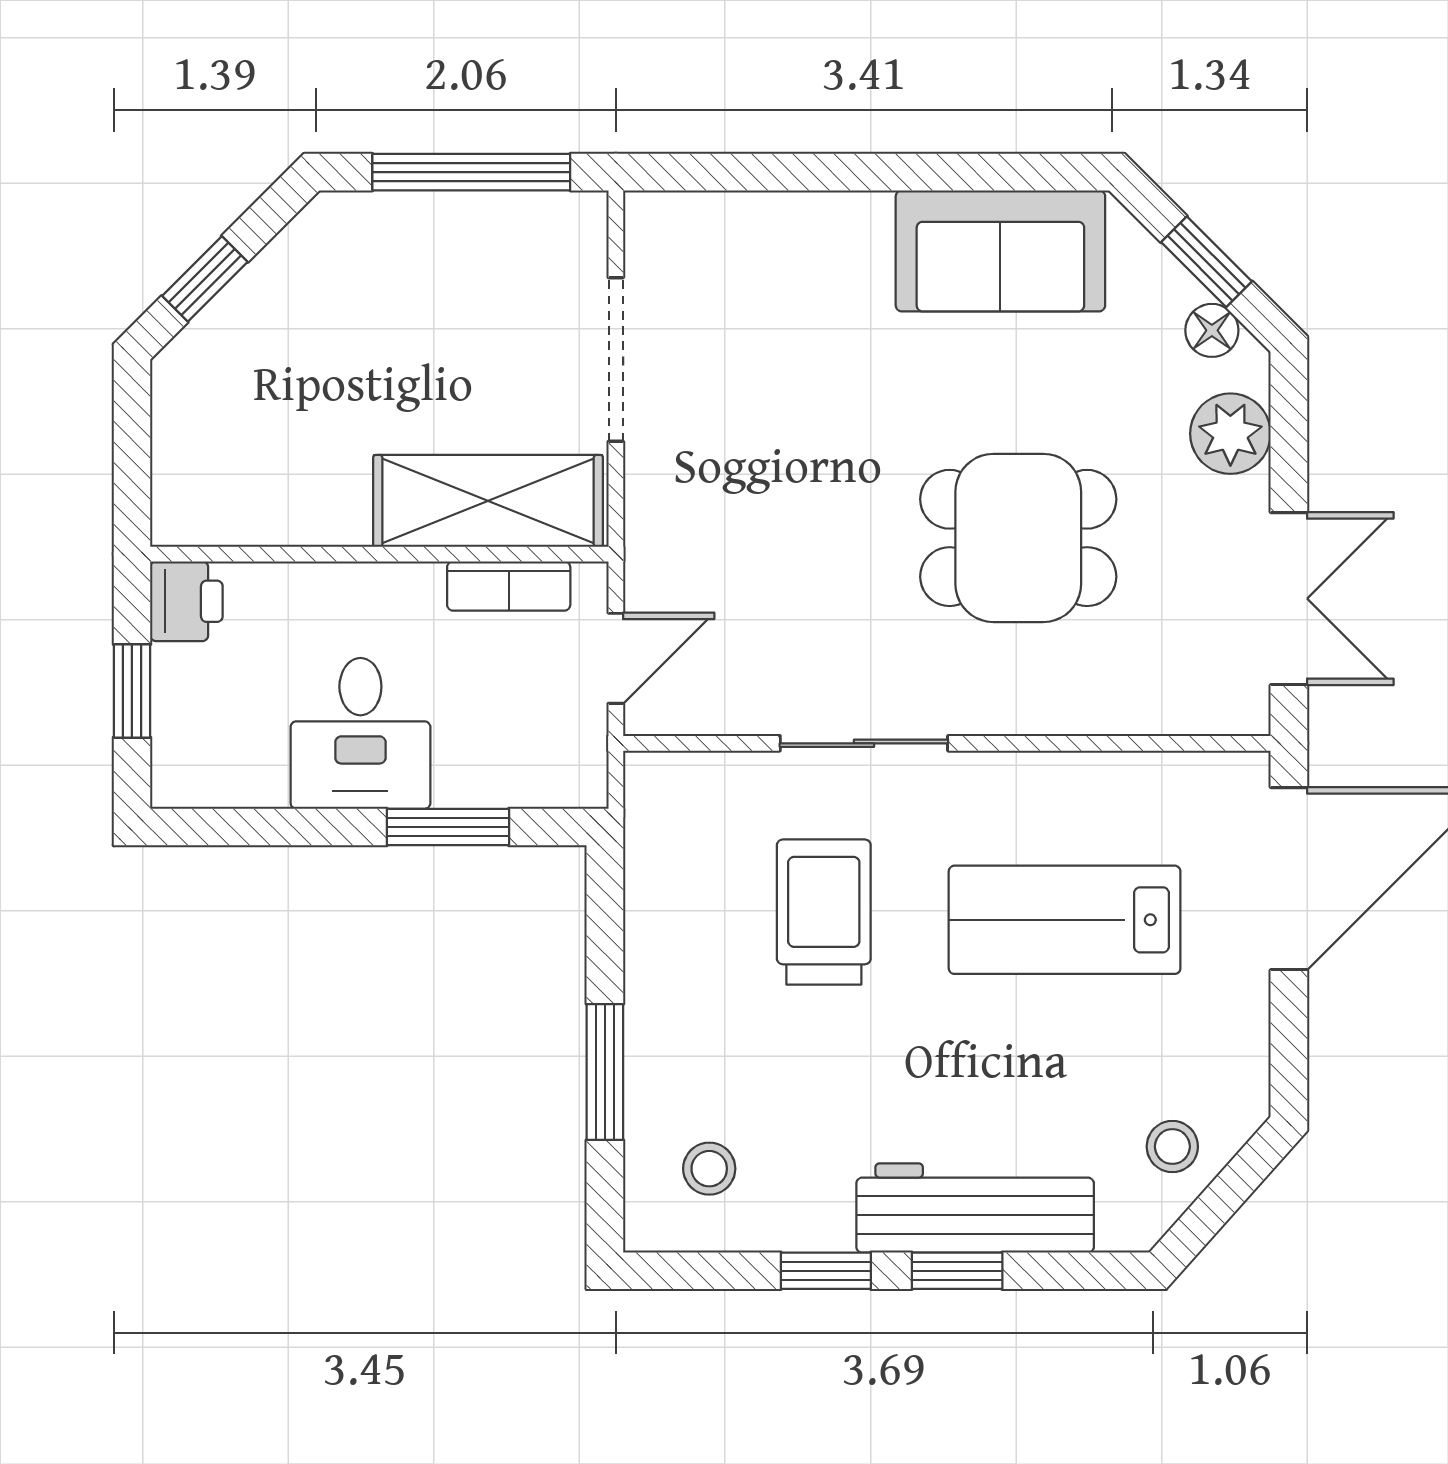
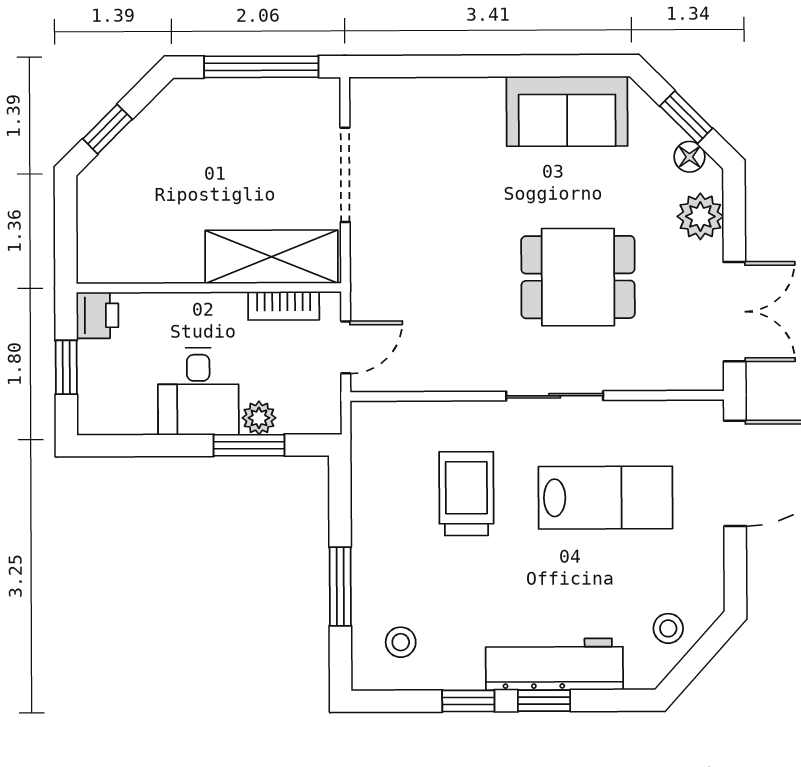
sliding door: (864, 743) -> (555, 396), moved
plant: (465, 780) -> (259, 418), added
lab bench: (1065, 920) -> (606, 498), turned 180

